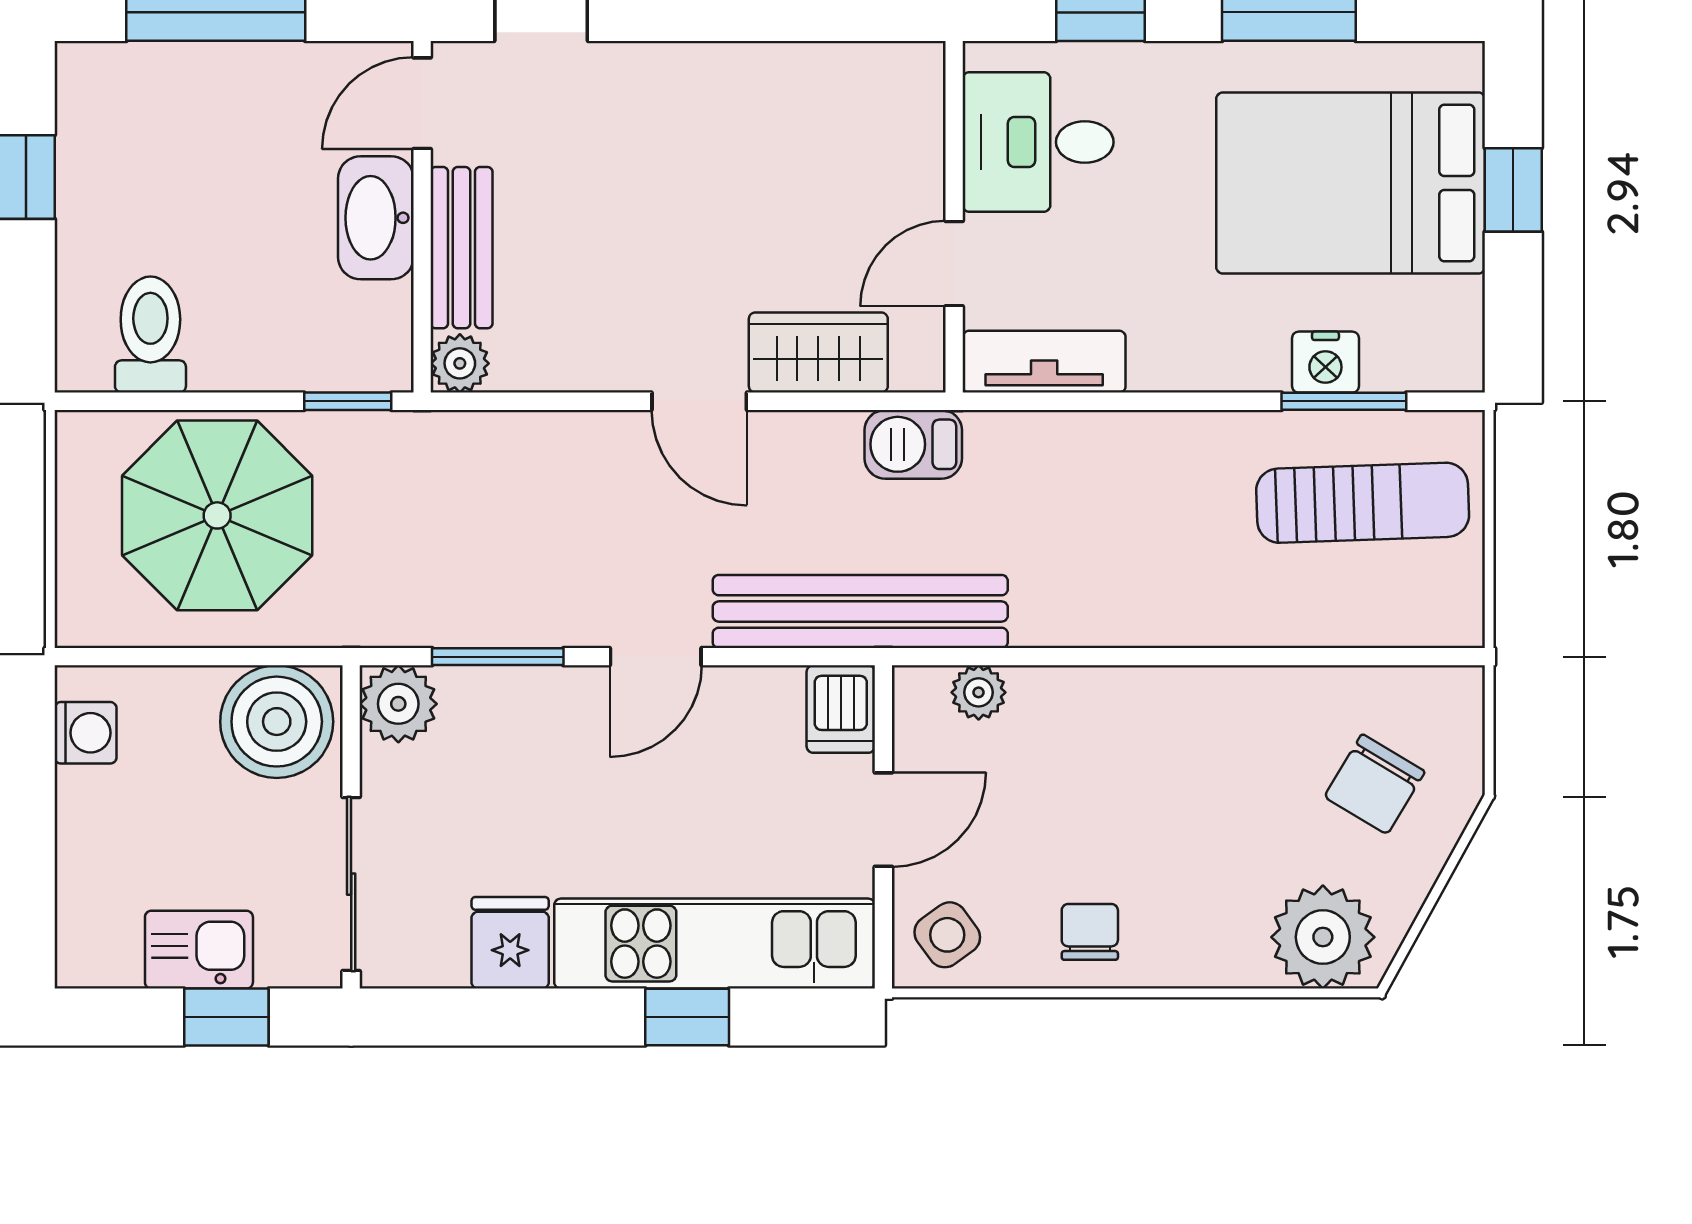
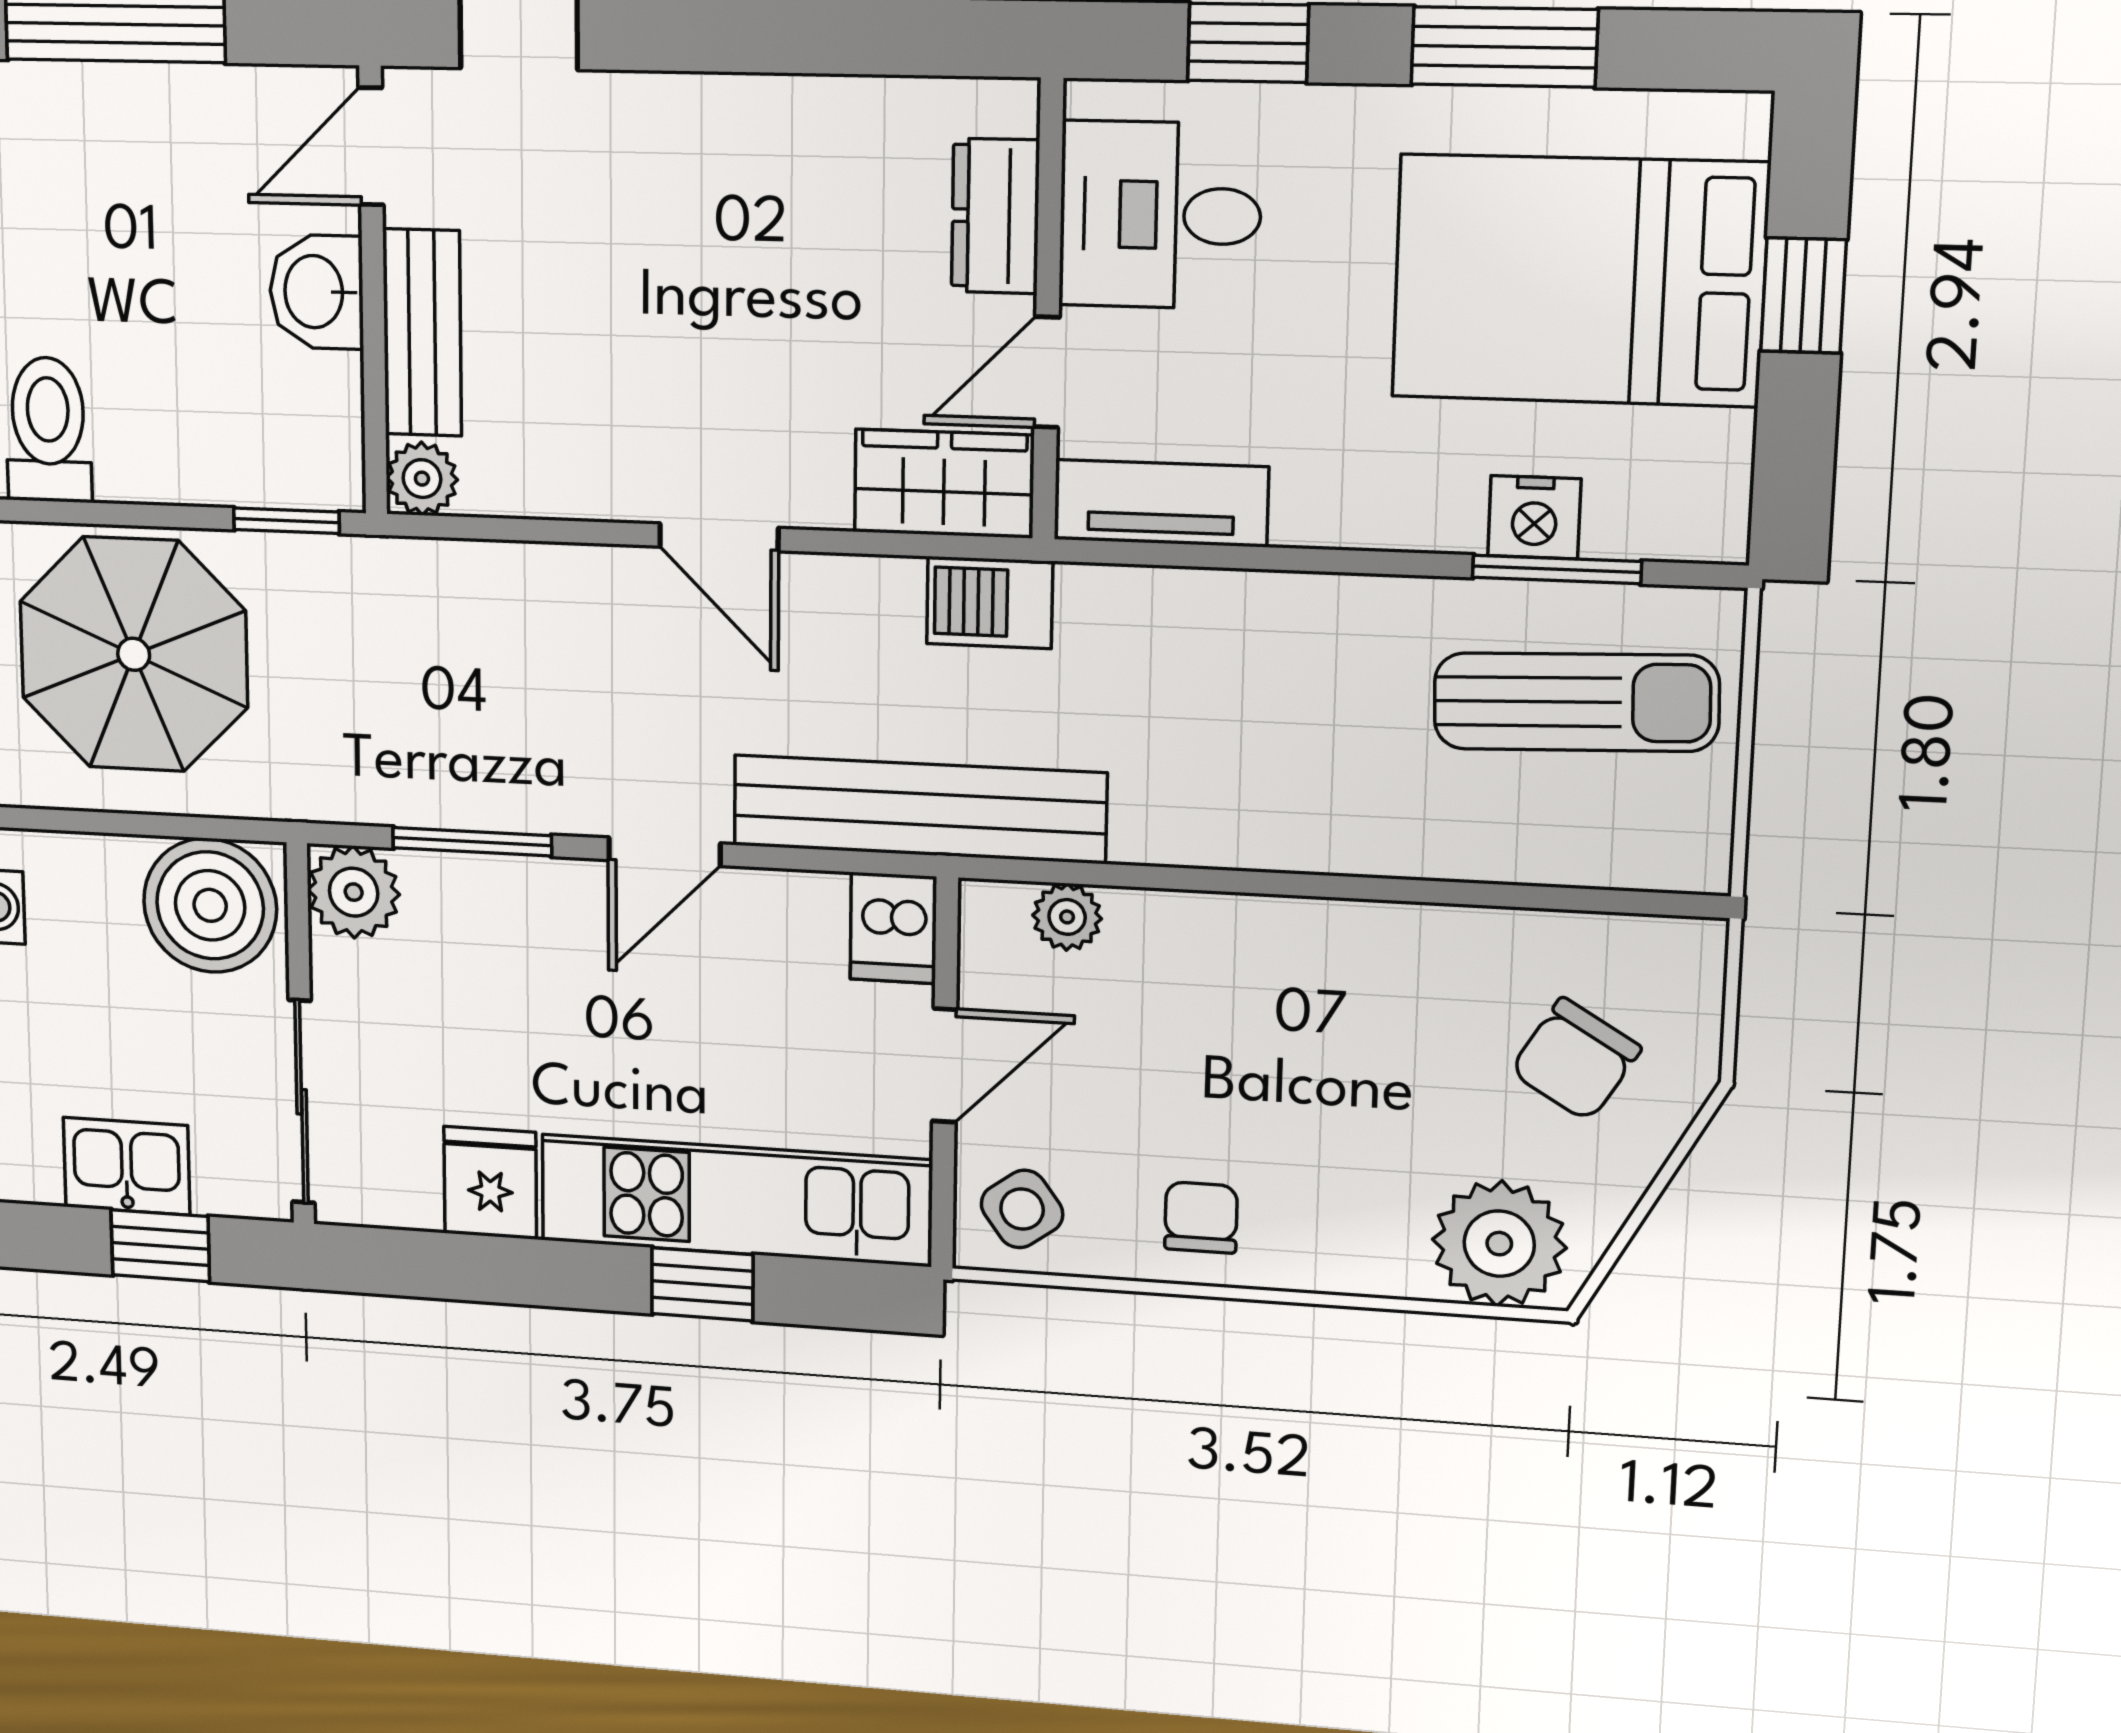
dresser: (913, 146) -> (995, 216), added
washbasin: (376, 218) -> (316, 292), width x0.72
wardrobe: (818, 353) -> (944, 484), moved

